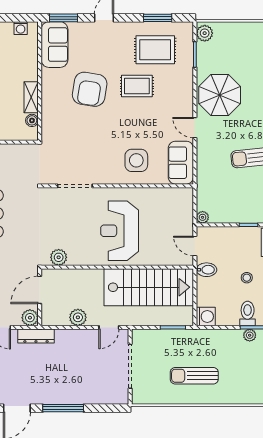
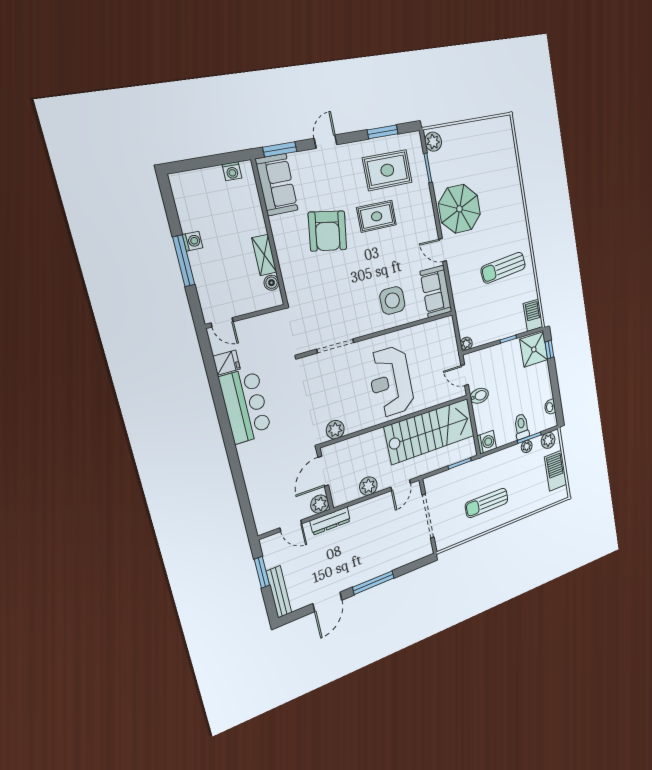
stool: (247, 278) -> (515, 392), removed

